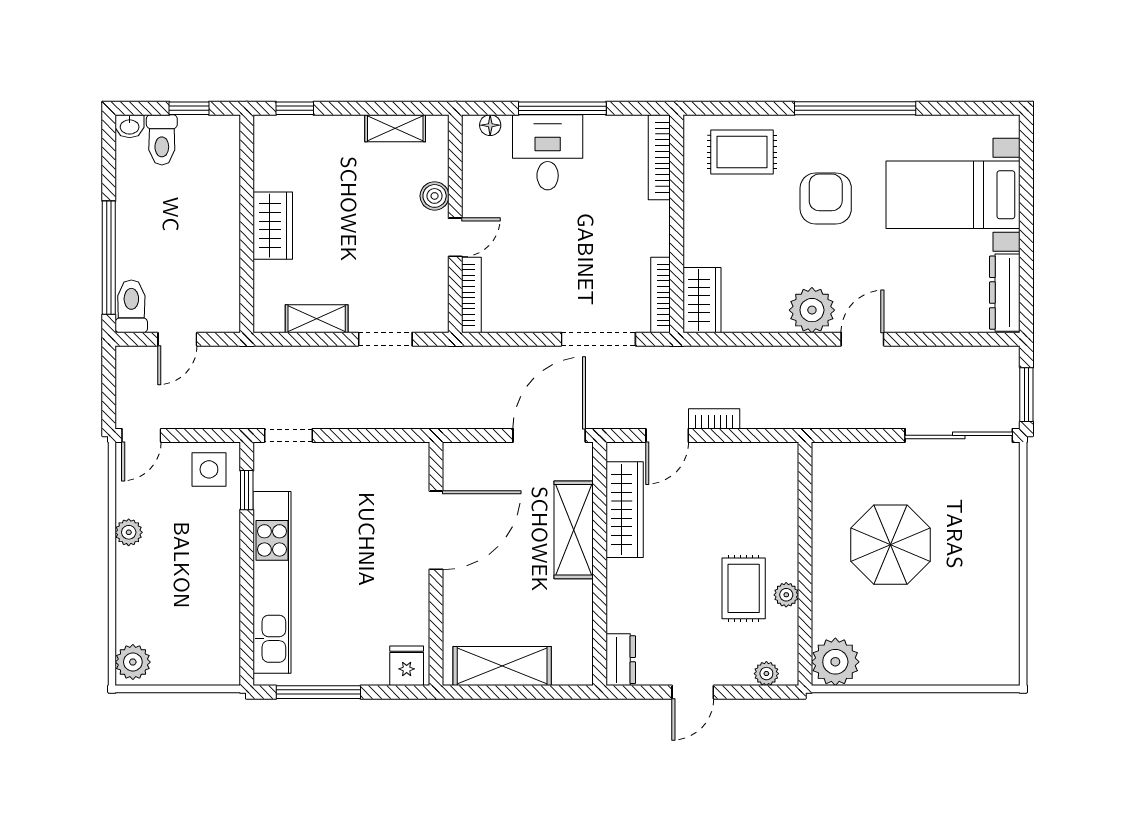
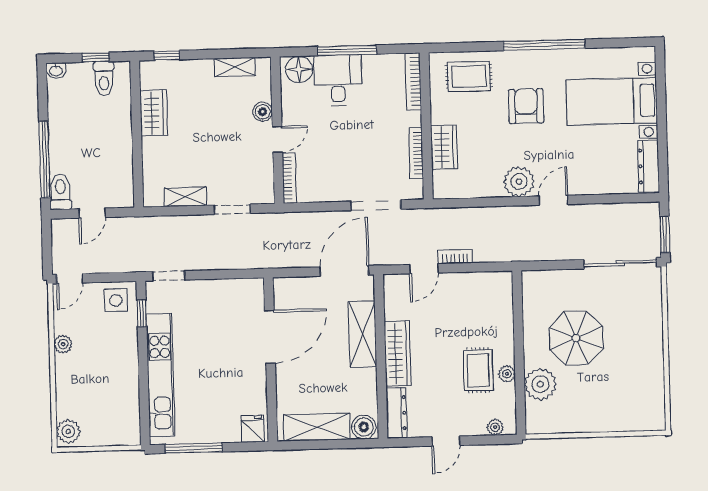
floor lamp: (490, 125) -> (299, 69), width x1.89, depth x1.89
toilet: (162, 140) -> (104, 78), moved
wardrobe: (273, 226) -> (154, 113), moved
bookcase: (661, 295) -> (416, 153), moved
wardrobe: (702, 300) -> (444, 147), moved
wardrobe: (625, 510) -> (397, 354), moved
dresser: (621, 660) -> (397, 413), width x1.44
plant: (835, 662) -> (540, 384), moved
boiler: (572, 668) -> (364, 427), added

